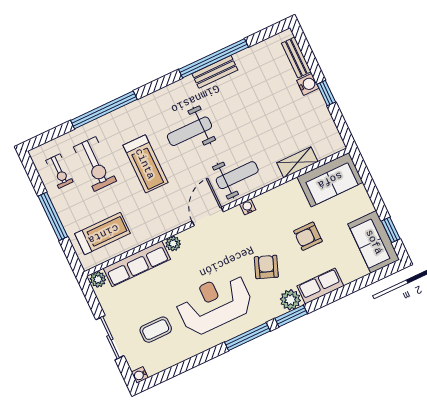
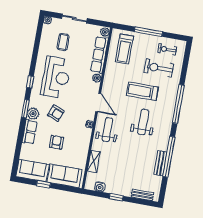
bench: (215, 72) -> (160, 163), moved
water cooler: (308, 84) -> (100, 187), moved
window: (104, 110) -> (178, 104), moved
weight bench: (237, 175) -> (107, 130), turned 180
sofa: (330, 180) -> (65, 176), moved, turned 90
window: (391, 230) -> (43, 184), moved
window: (247, 337) -> (30, 82), width x0.46

